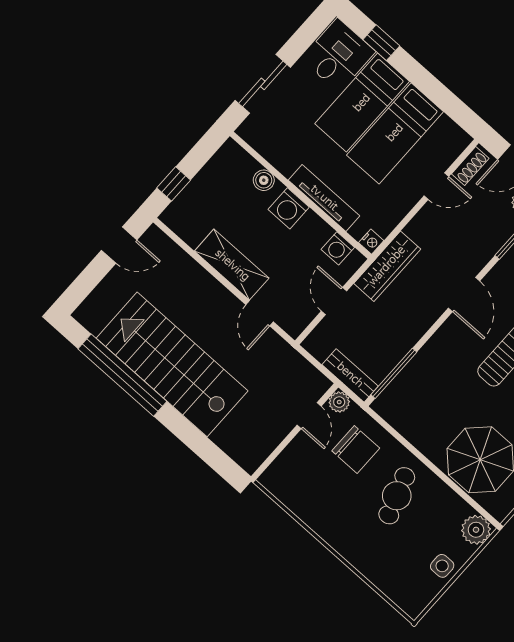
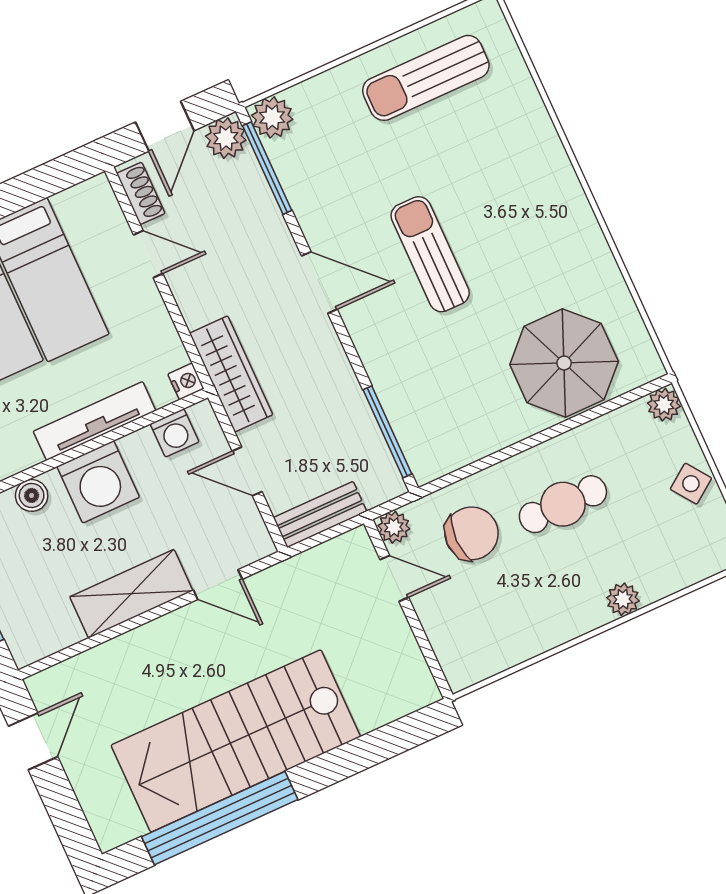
door: (436, 186) -> (148, 254), hinge flipped
washing machine: (289, 208) -> (98, 482), width x1.37, depth x1.37
bench: (350, 375) -> (320, 514), moved
cafe table: (397, 496) -> (563, 504), turned -71
plant: (476, 530) -> (664, 405), width x0.73, depth x0.73
plant: (356, 556) -> (623, 599), added
side table: (442, 566) -> (691, 484), turned -36

